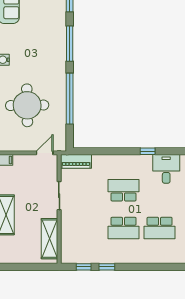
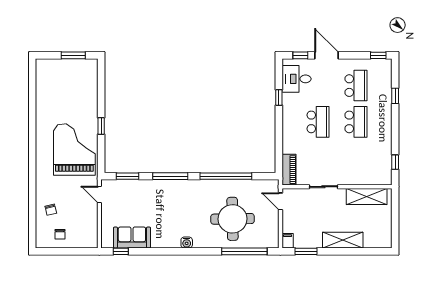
school desk: (123, 190) -> (318, 122), turned 180
window: (107, 267) -> (395, 96), moved

